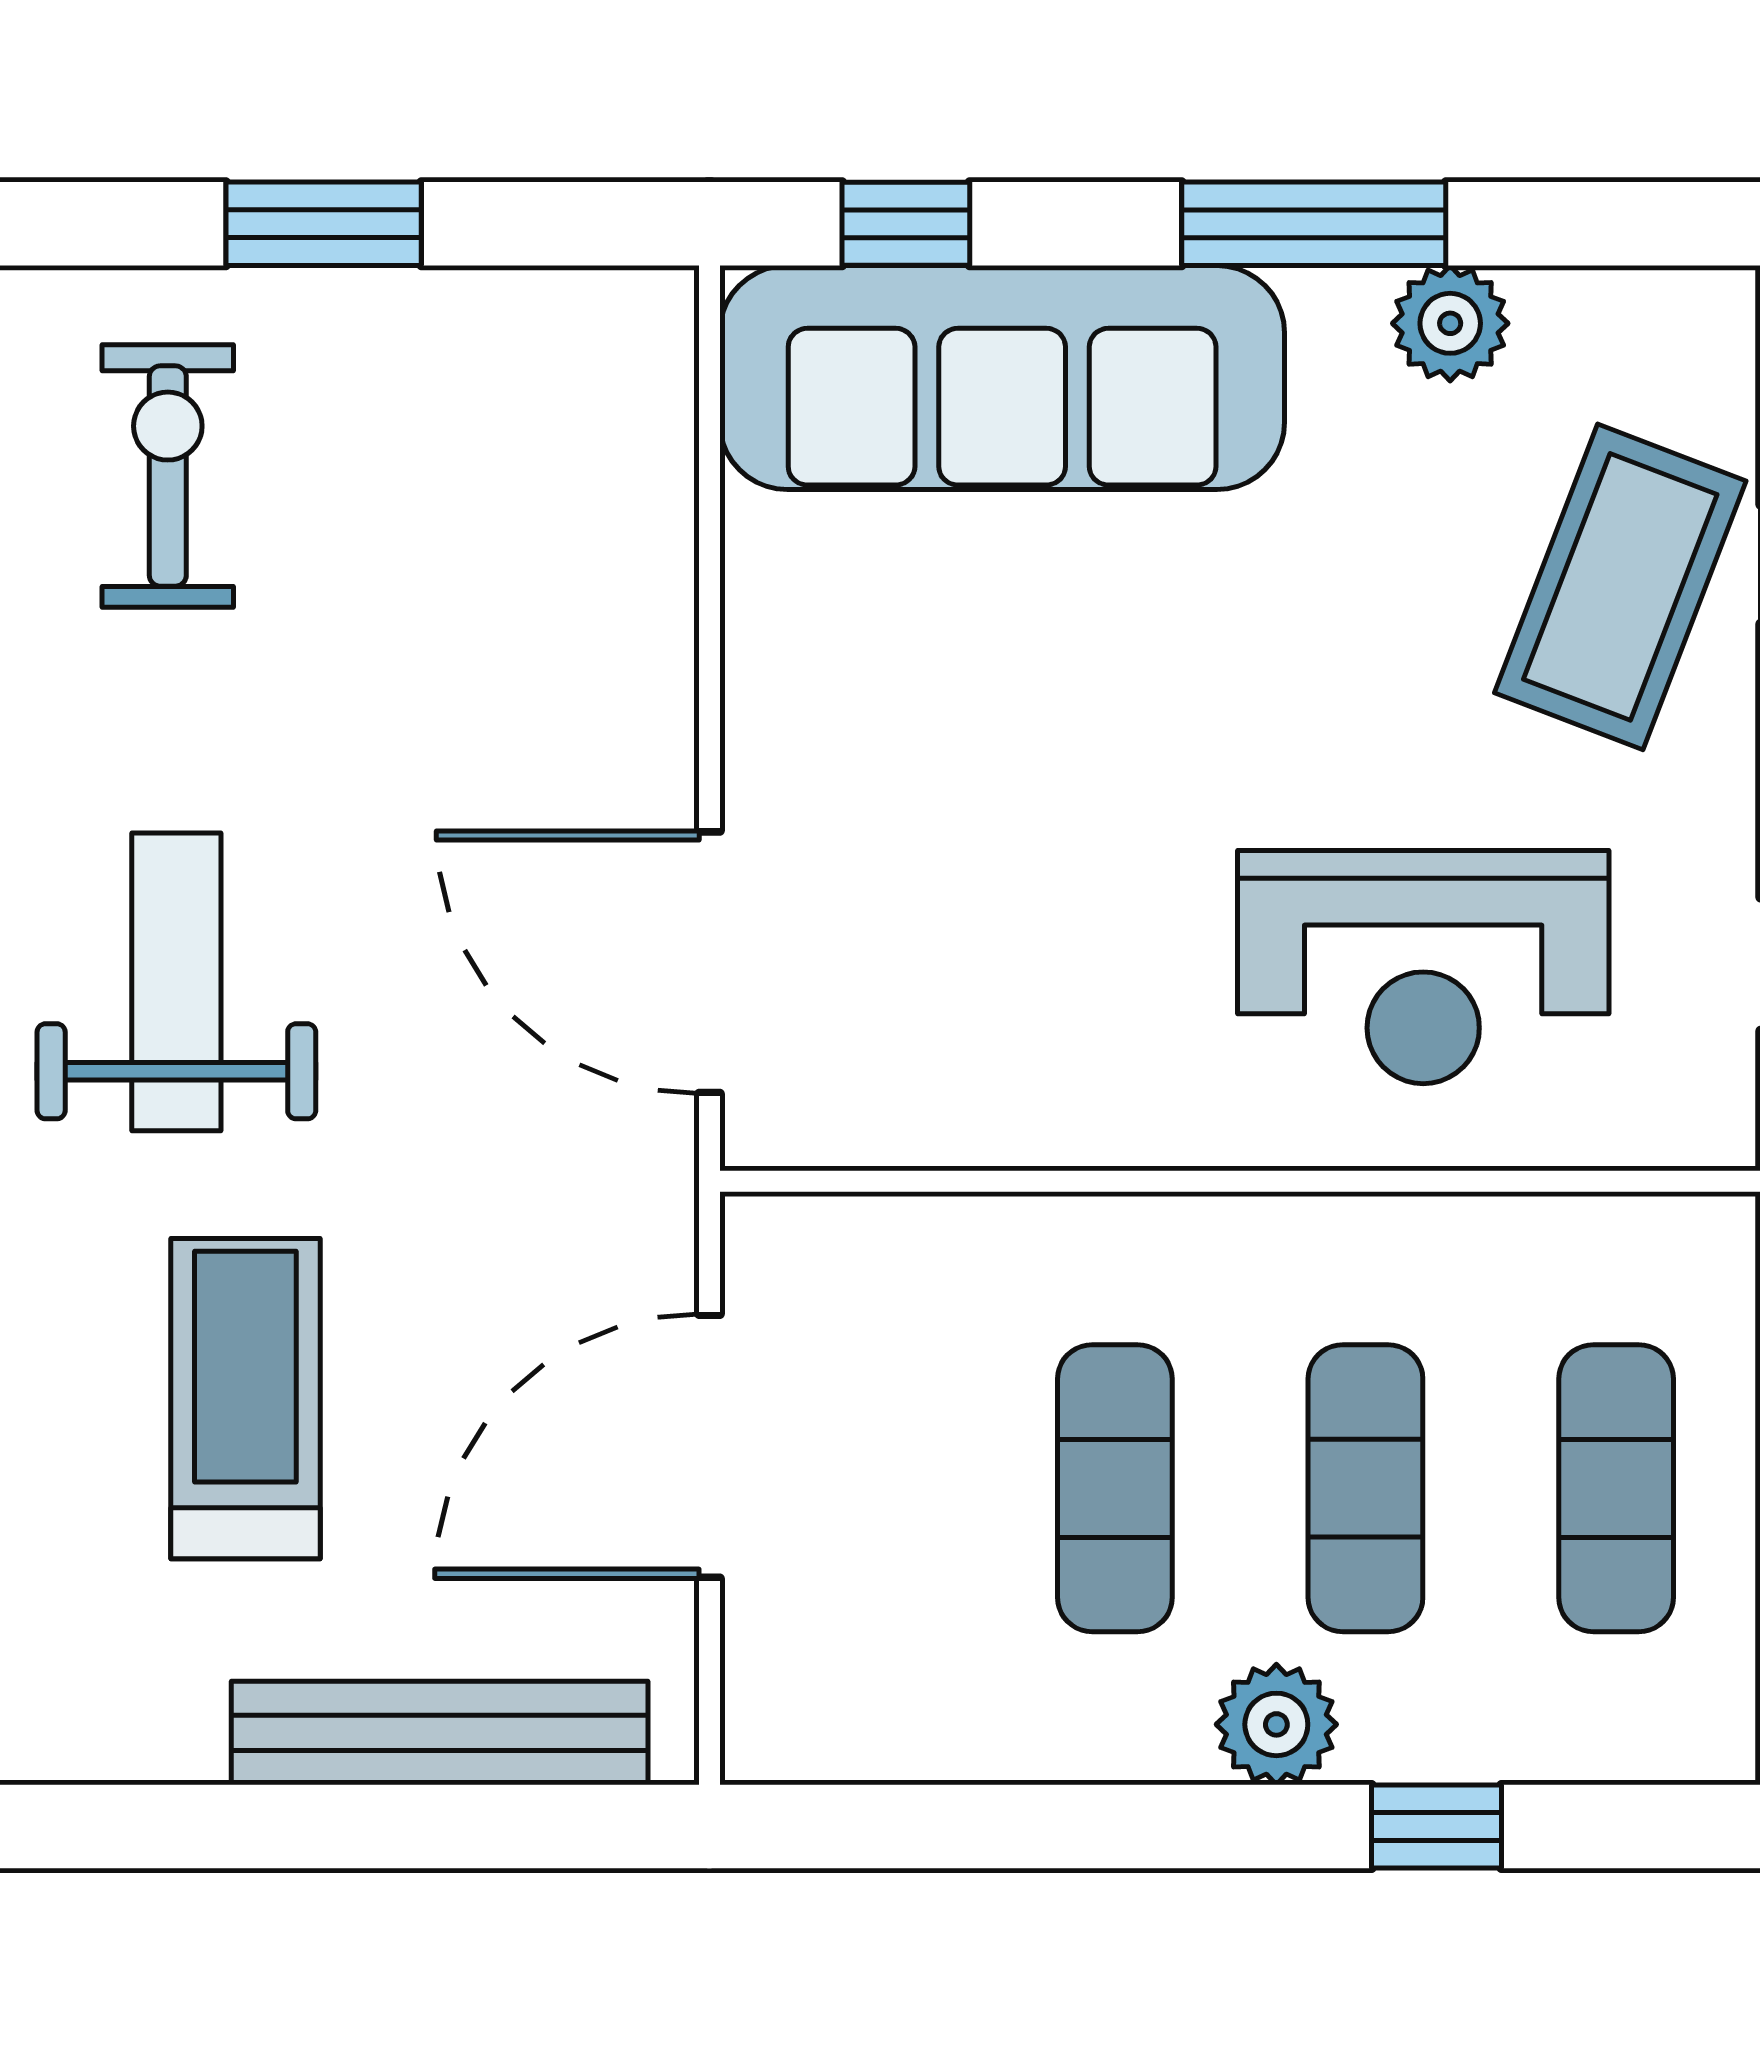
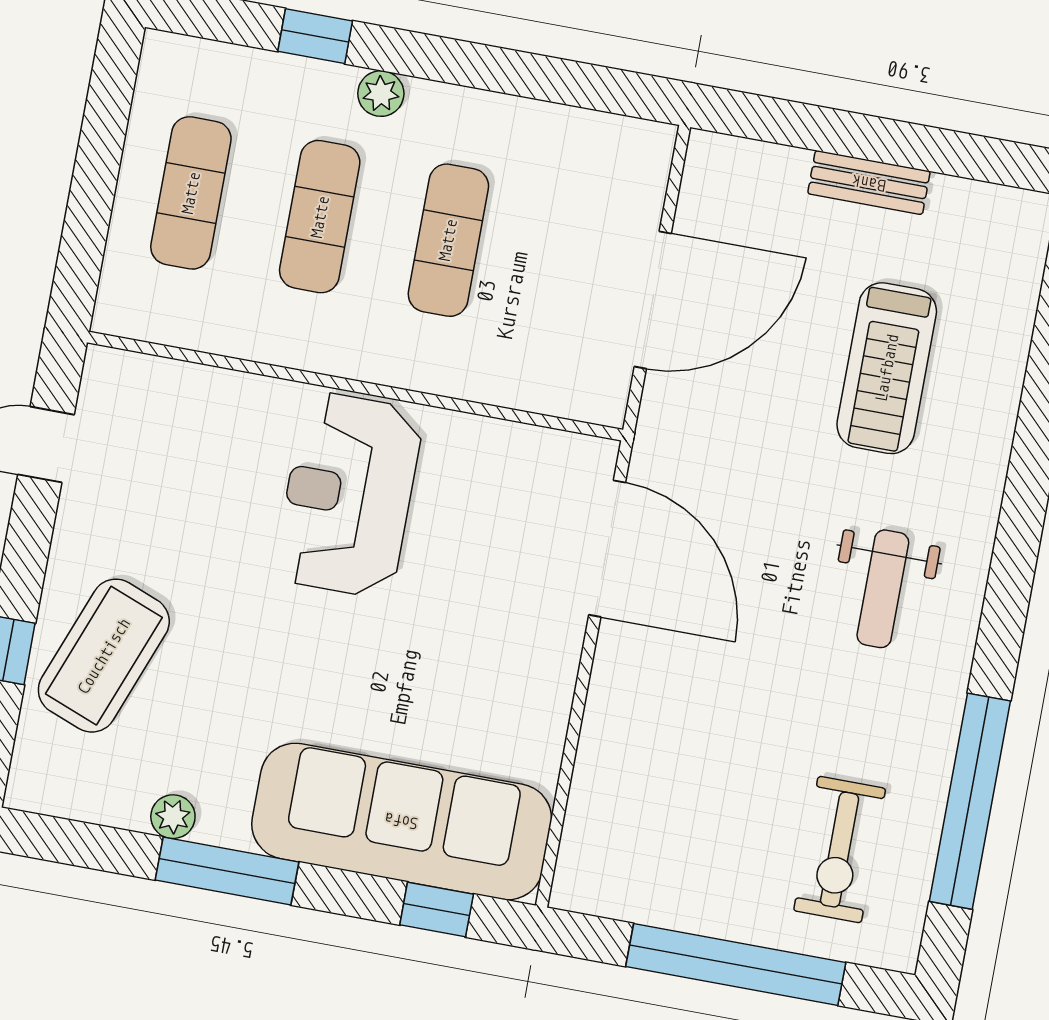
window: (324, 224) -> (736, 964), width x2.11
plant: (1450, 323) -> (173, 817), width x0.73, depth x0.73
reception desk: (1423, 967) -> (349, 495), moved, turned -90
weight bench: (176, 982) -> (883, 589), width x0.73, depth x0.75
plant: (1276, 1724) -> (381, 94), width x0.73, depth x0.73
bench: (440, 1733) -> (869, 183), width x0.54, depth x0.82

